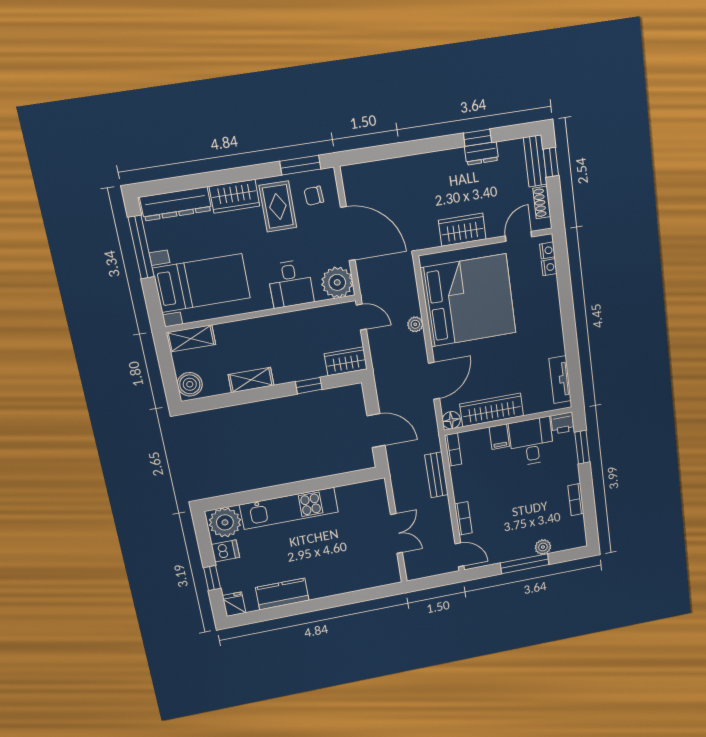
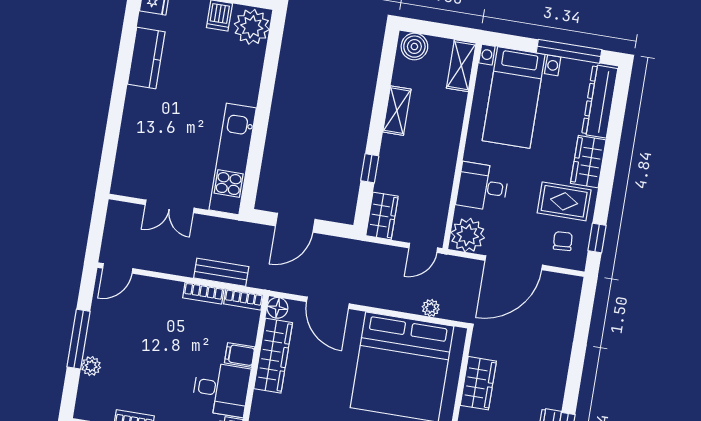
window: (300, 165) -> (597, 238), width x0.67
plant: (415, 324) -> (431, 308), moved
kitchen unit: (289, 508) -> (233, 159), moved
bookcase: (463, 518) -> (203, 293), moved

